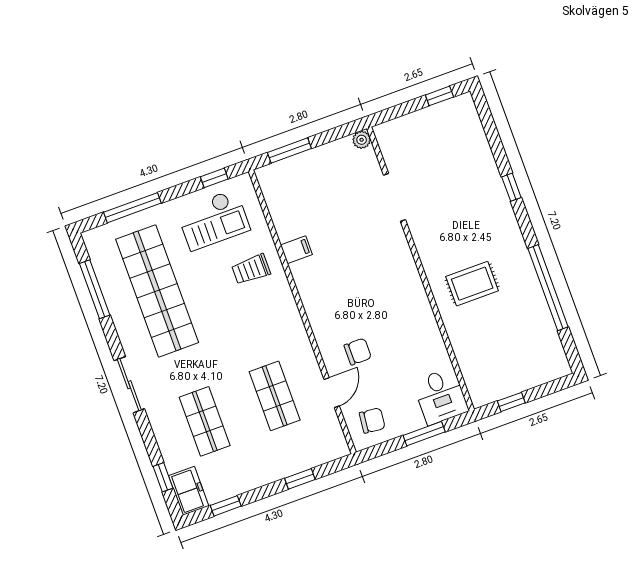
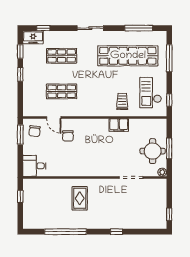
window: (289, 151) -> (169, 148), moved
round table: (327, 174) -> (153, 151), added
filing cabinet: (296, 250) -> (119, 125), width x2.00
window: (424, 434) -> (20, 135), moved
window: (300, 479) -> (20, 74), moved

